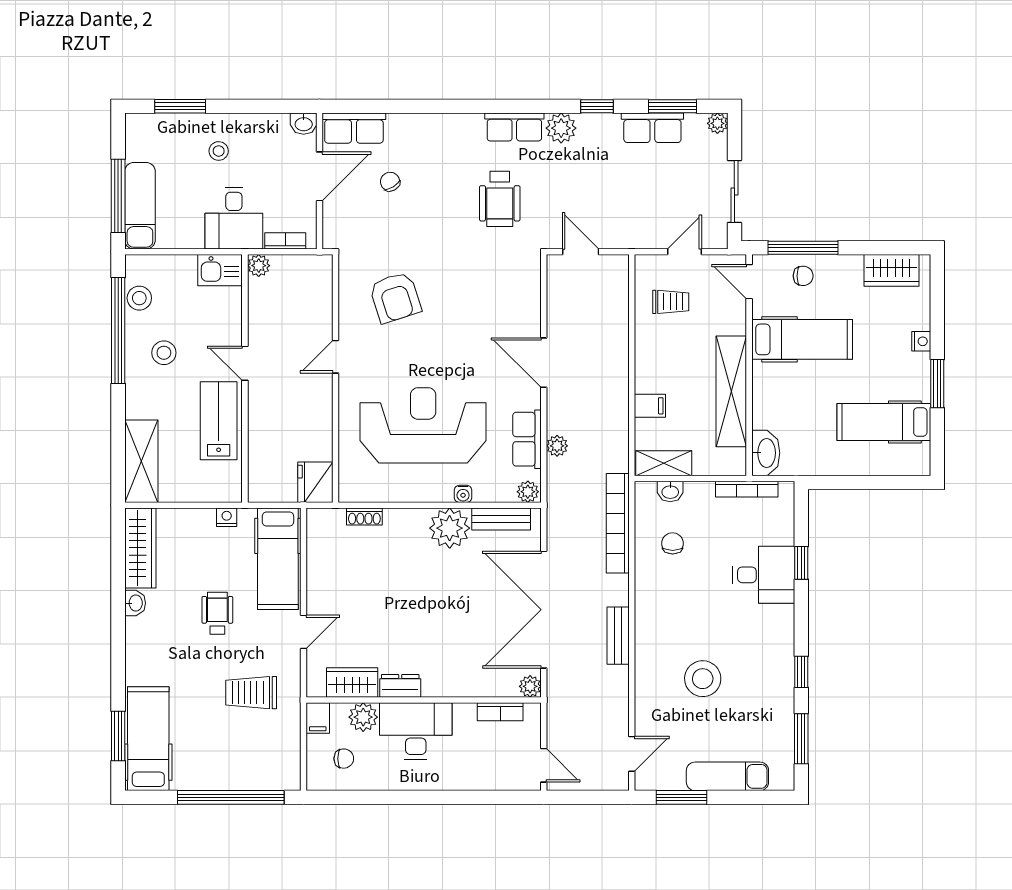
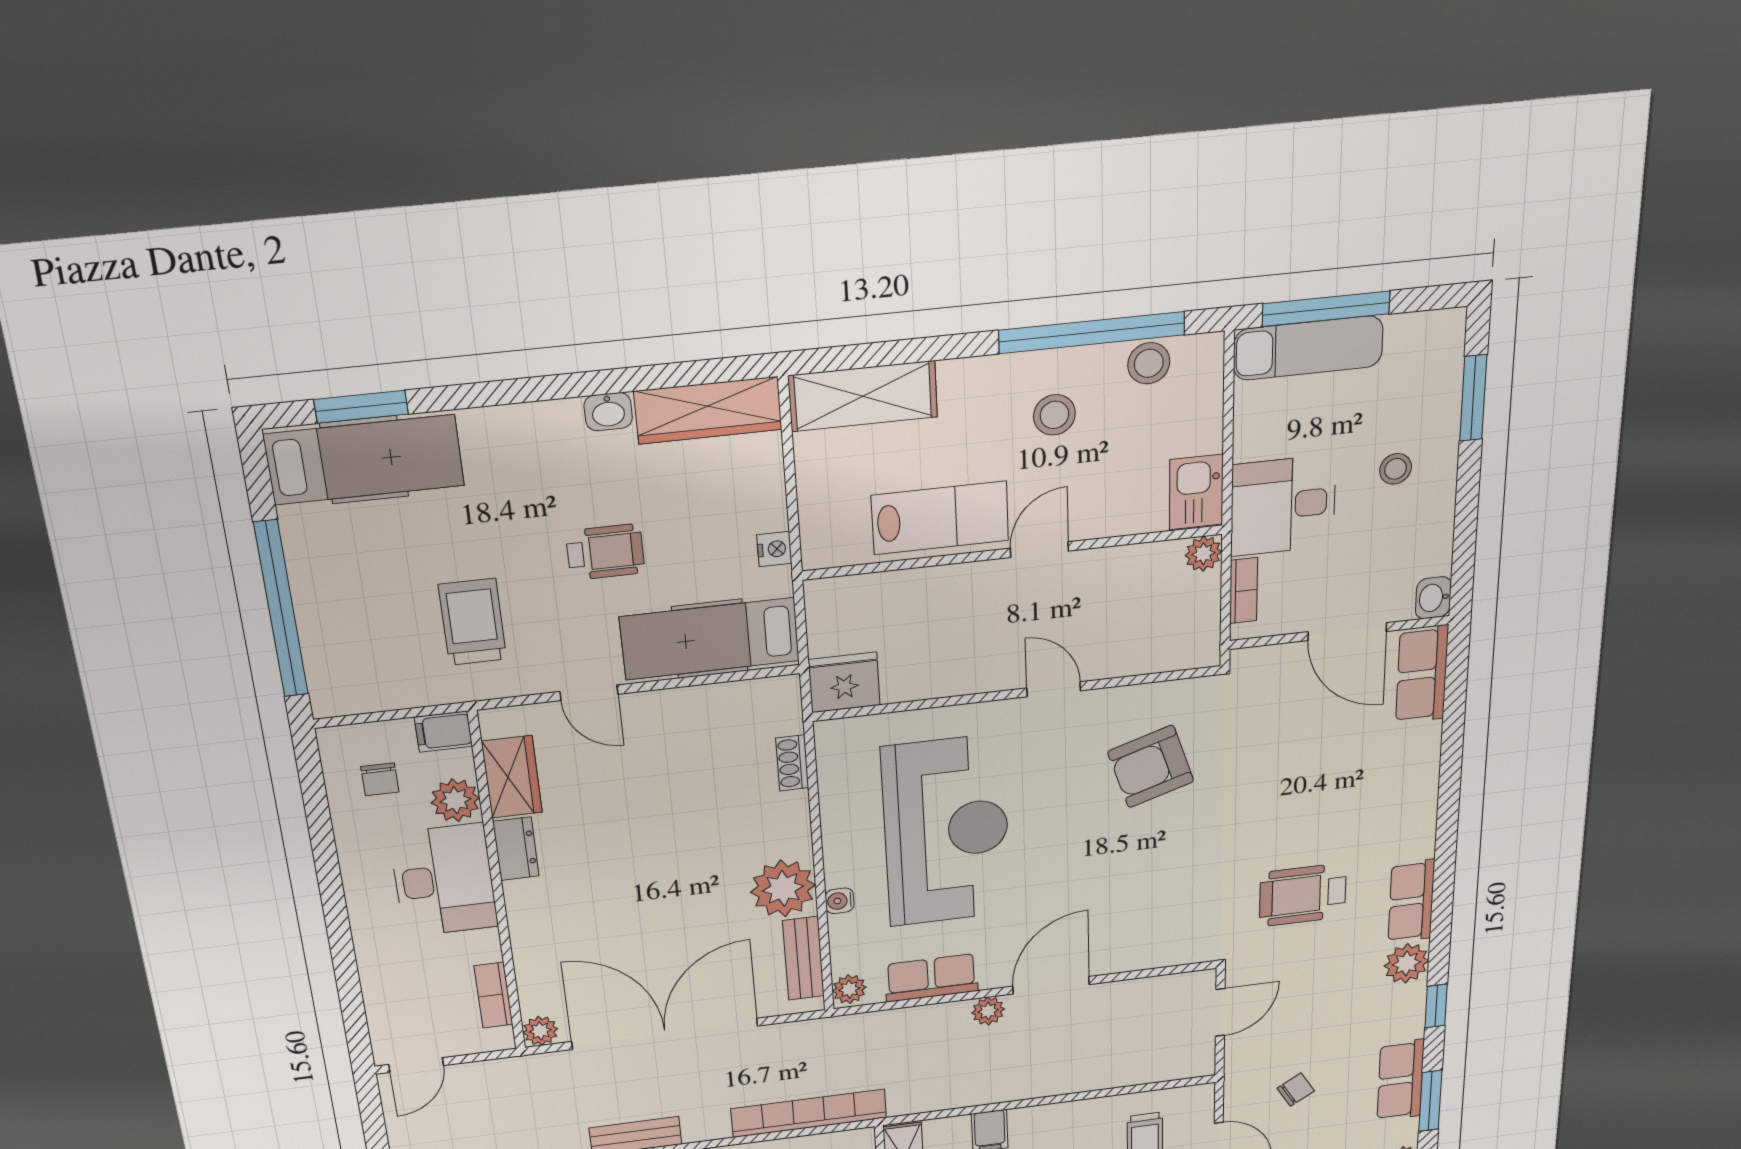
chair: (390, 182) -> (1296, 1090), moved
plant: (557, 446) -> (988, 1011), moved

